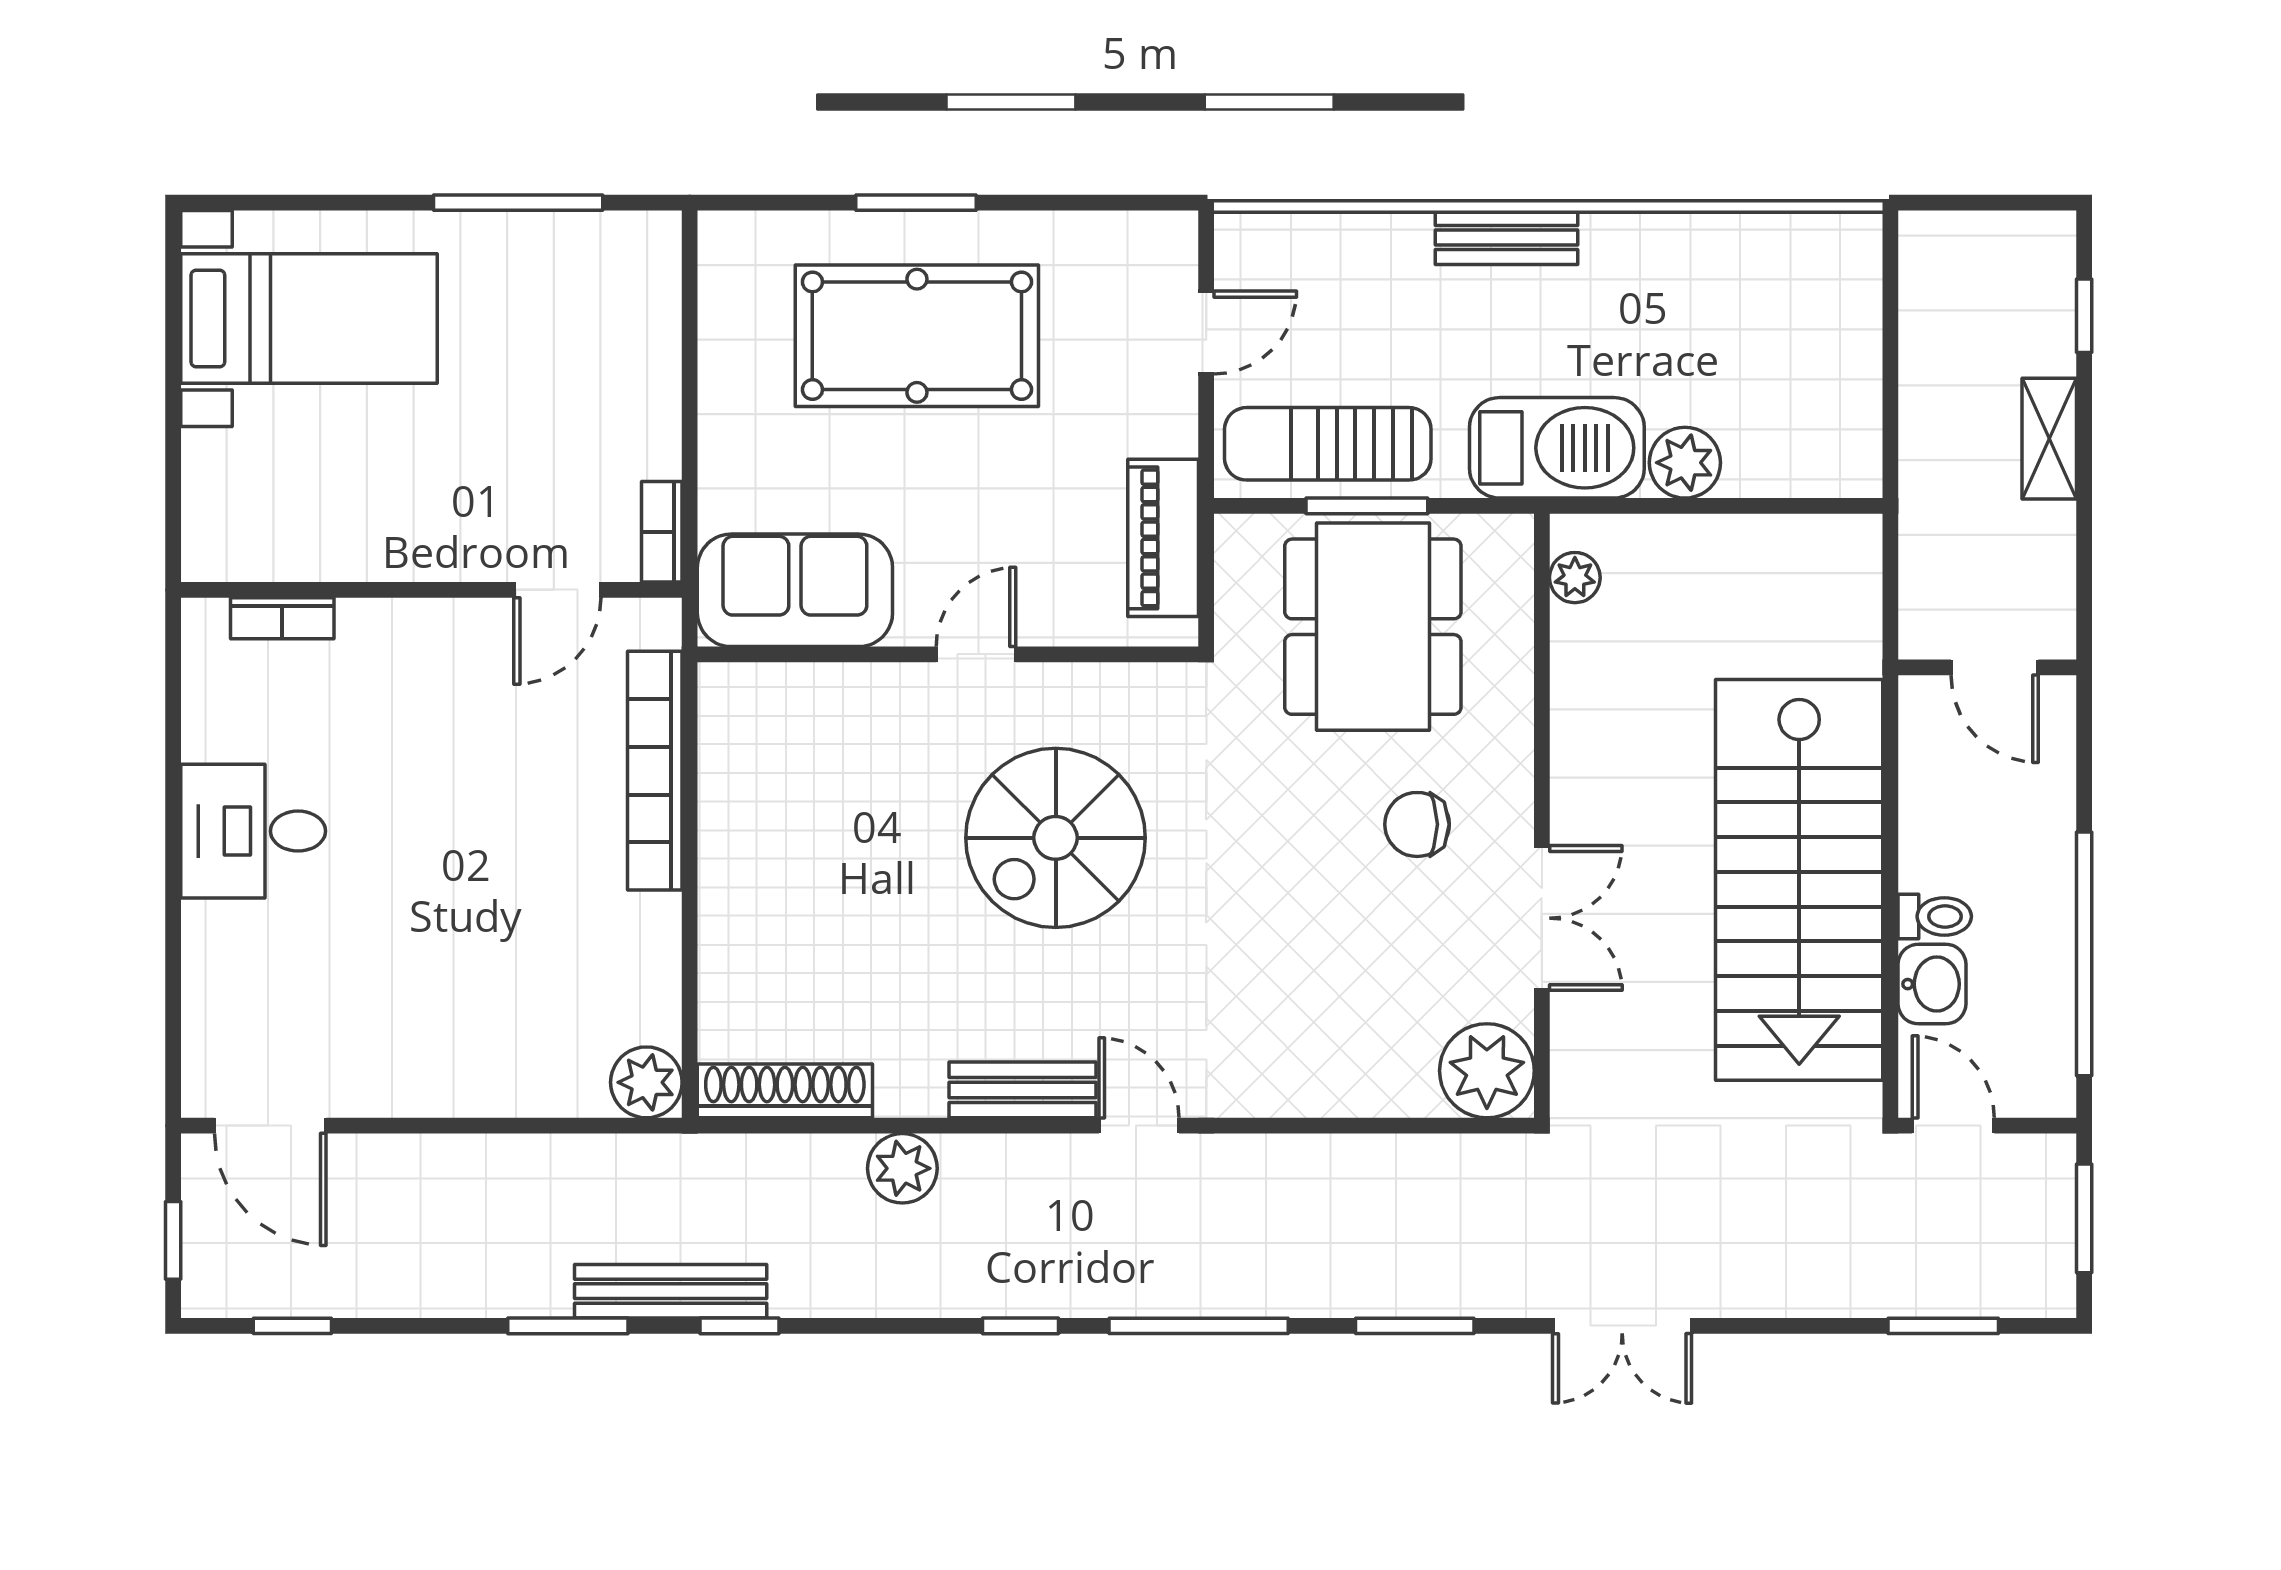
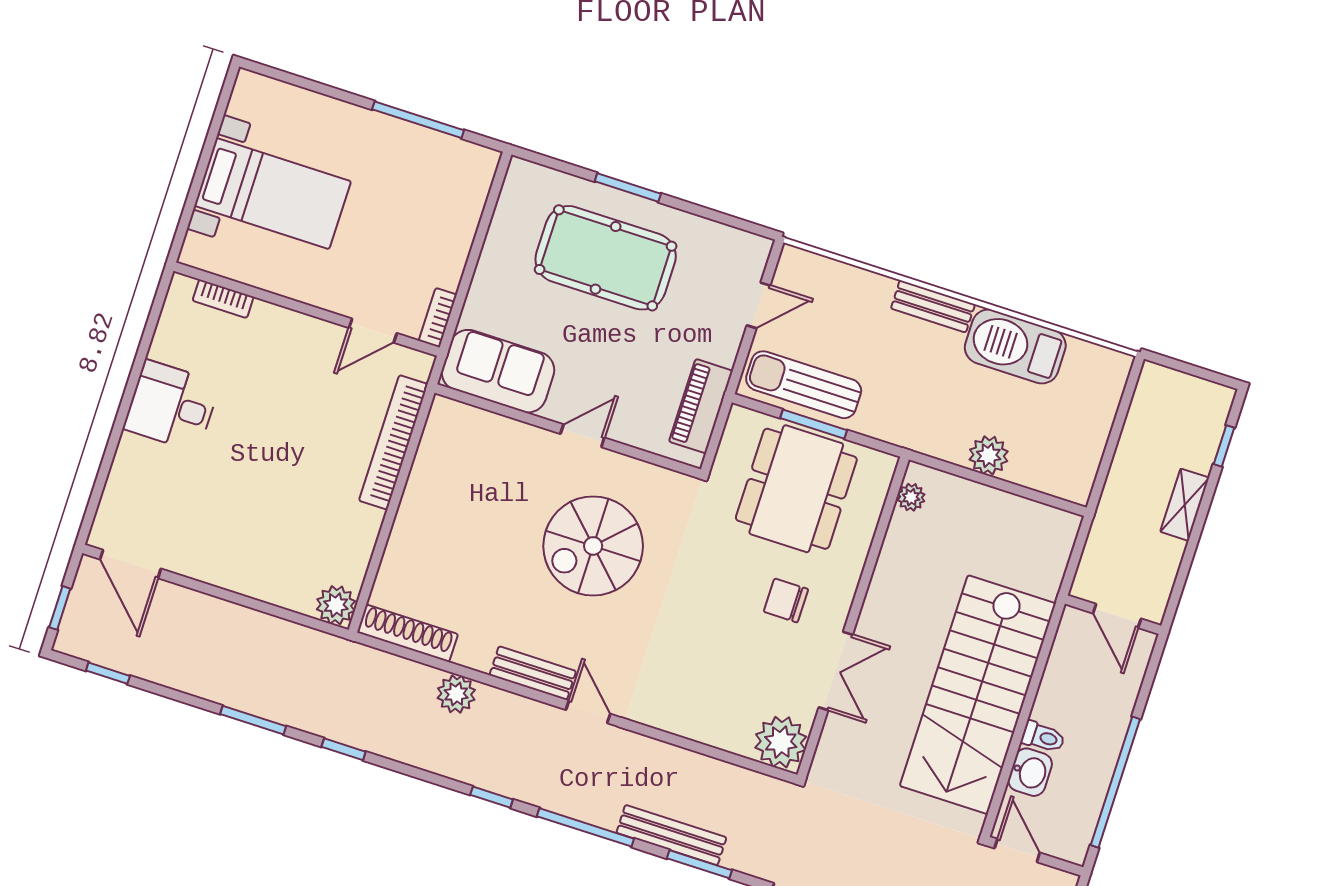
bed with nightstands: (309, 318) -> (273, 193), moved
barbecue: (1557, 448) -> (1015, 346), moved, turned 180
bench: (671, 1291) -> (671, 835), moved

